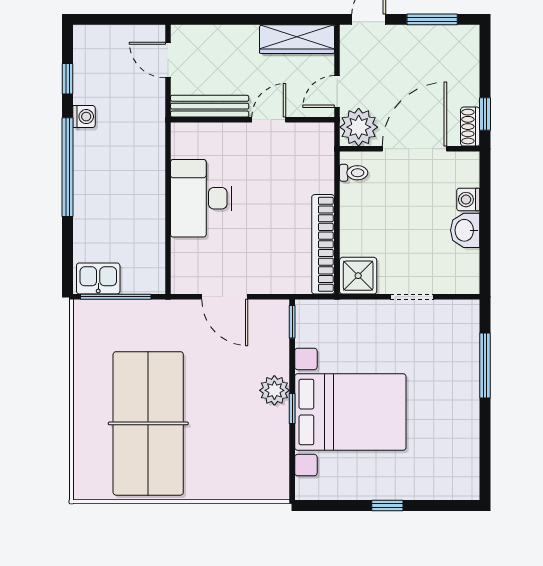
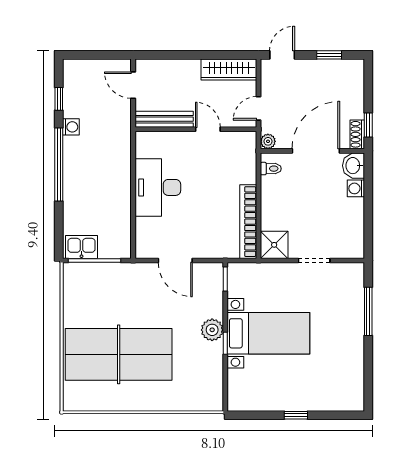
window: (432, 19) -> (329, 55), width x0.67
door: (269, 120) -> (208, 129), hinge flipped
plant: (359, 127) -> (268, 141), width x0.53, depth x0.53
washbasin: (465, 230) -> (353, 166), moved
bed with nightstands: (350, 412) -> (268, 333), width x0.73
table tennis table: (148, 423) -> (119, 354), turned 90

